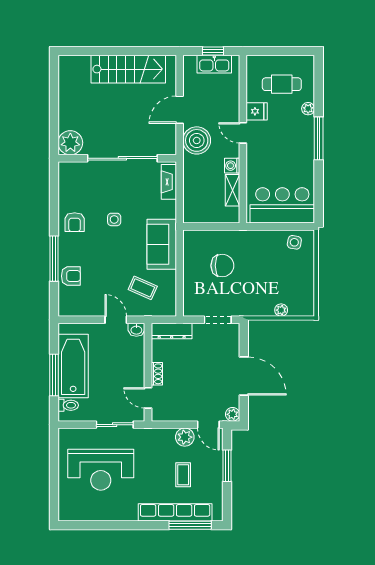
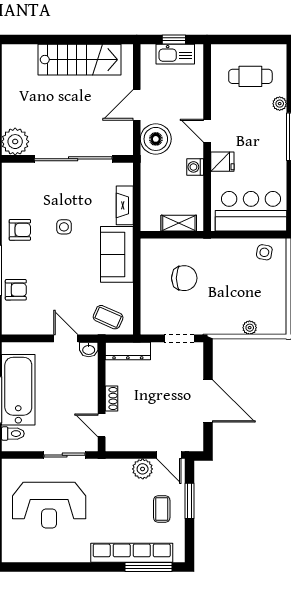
fridge: (257, 111) -> (222, 162), moved
fireplace: (169, 182) -> (125, 205), moved
shelving: (232, 190) -> (179, 223), moved, turned 90
armchair: (75, 222) -> (20, 230), turned -90
coffee table: (143, 288) -> (108, 317), moved
plant: (233, 414) -> (196, 444), removed
coffee table: (183, 475) -> (162, 509), moved

